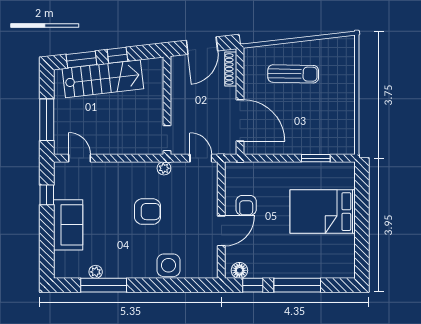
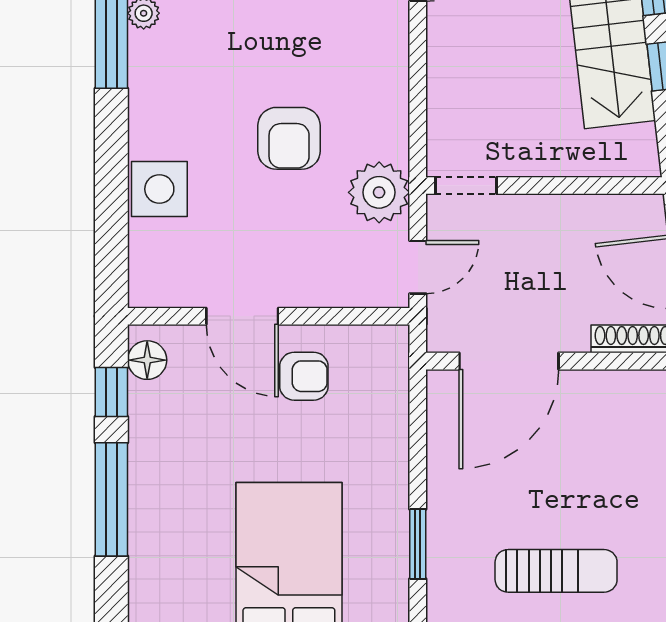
sun lounger: (293, 74) -> (556, 571), moved, turned -91
plant: (164, 168) -> (379, 192), width x1.88, depth x1.88
armchair: (246, 205) -> (304, 376), turned 180

